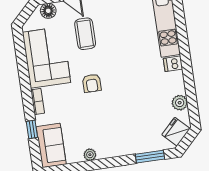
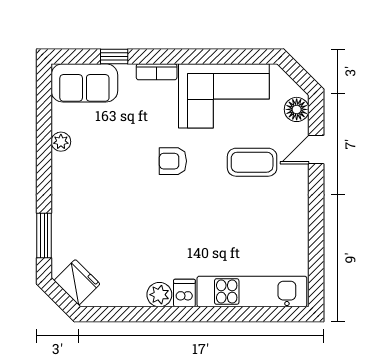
plant: (180, 103) -> (159, 295), moved

